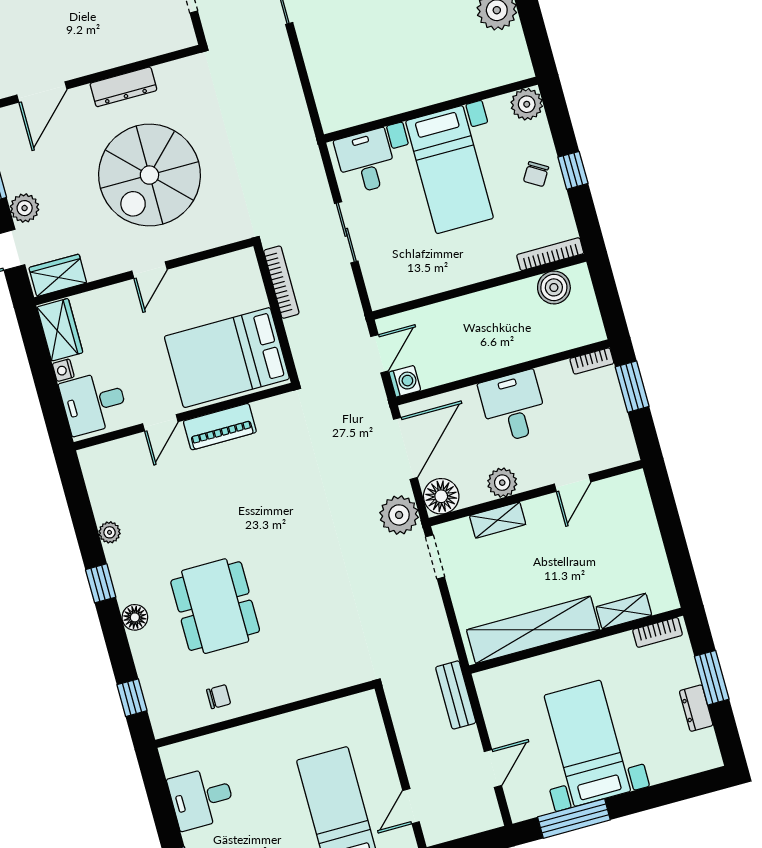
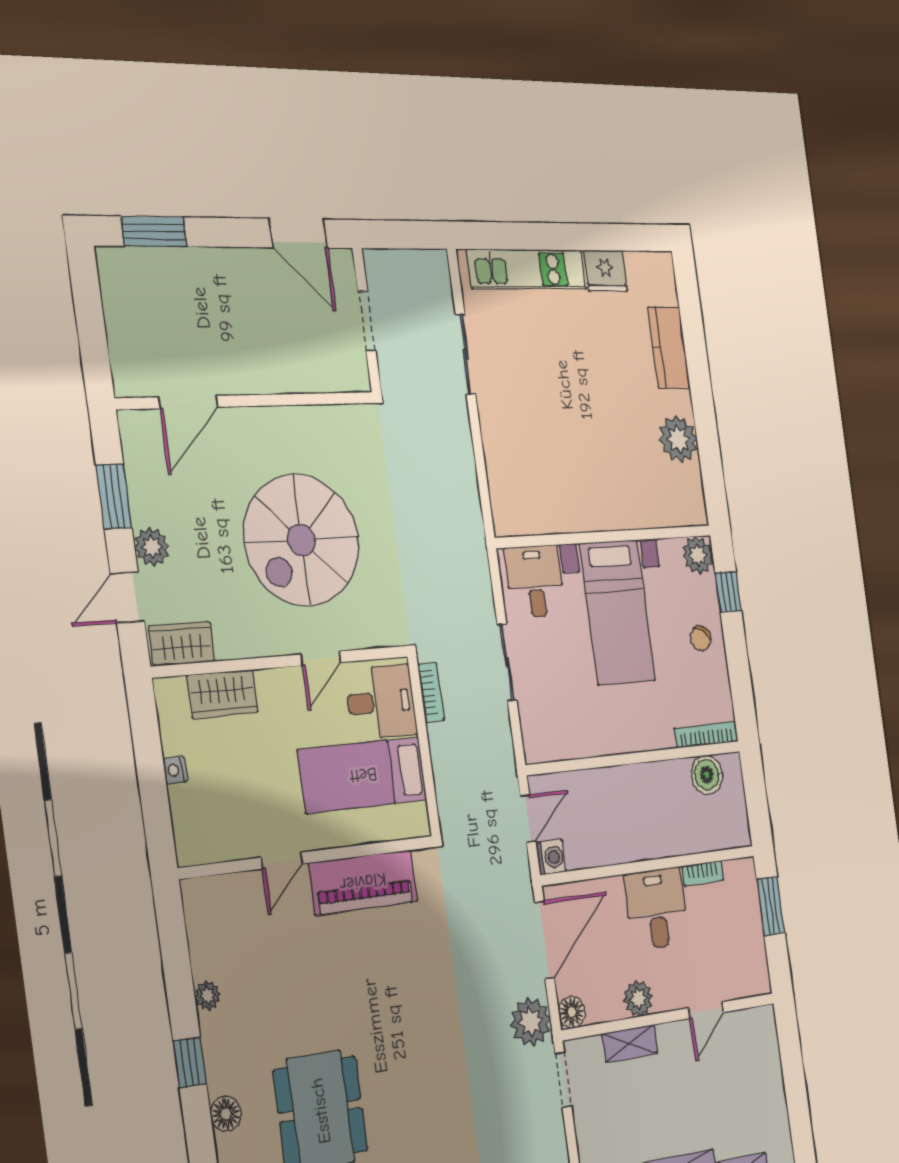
dresser: (123, 87) -> (283, 421), removed
window: (573, 170) -> (728, 592), moved
door: (150, 270) -> (321, 658), moved
bookcase: (281, 282) -> (431, 692), width x0.64
wardrobe: (60, 330) -> (222, 694), moved, turned 90
bed: (227, 358) -> (363, 775), width x0.67
bookcase: (592, 361) -> (703, 873), moved
desk: (94, 403) -> (381, 702), moved, turned 180
piano: (220, 427) -> (363, 882), width x1.37, depth x1.33
floor lamp: (441, 496) -> (572, 1012), width x0.73, depth x0.73

